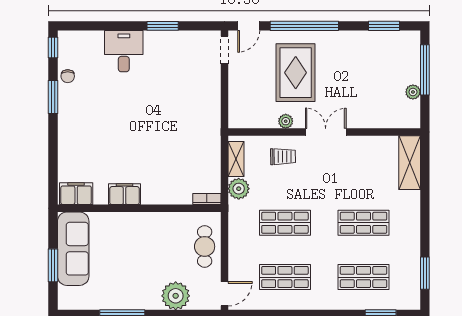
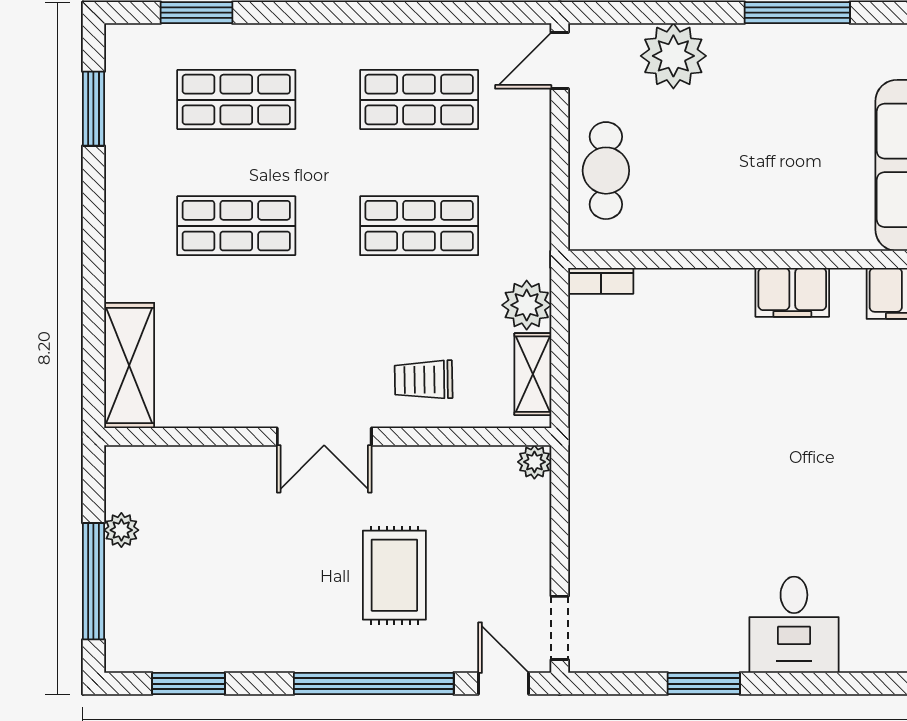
door: (249, 26) -> (503, 684), hinge flipped
rug: (296, 73) -> (394, 575), width x0.73, depth x0.70
plant: (286, 121) -> (534, 462), moved

